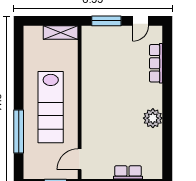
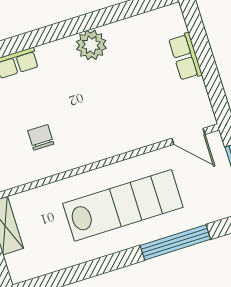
chair: (107, 71) -> (41, 137), added

